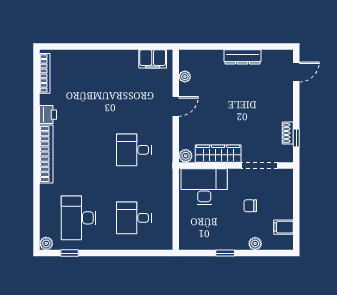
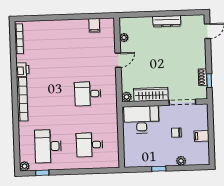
filing cabinet: (153, 59) -> (94, 25), width x0.50
filing cabinet: (284, 227) -> (202, 136), moved

